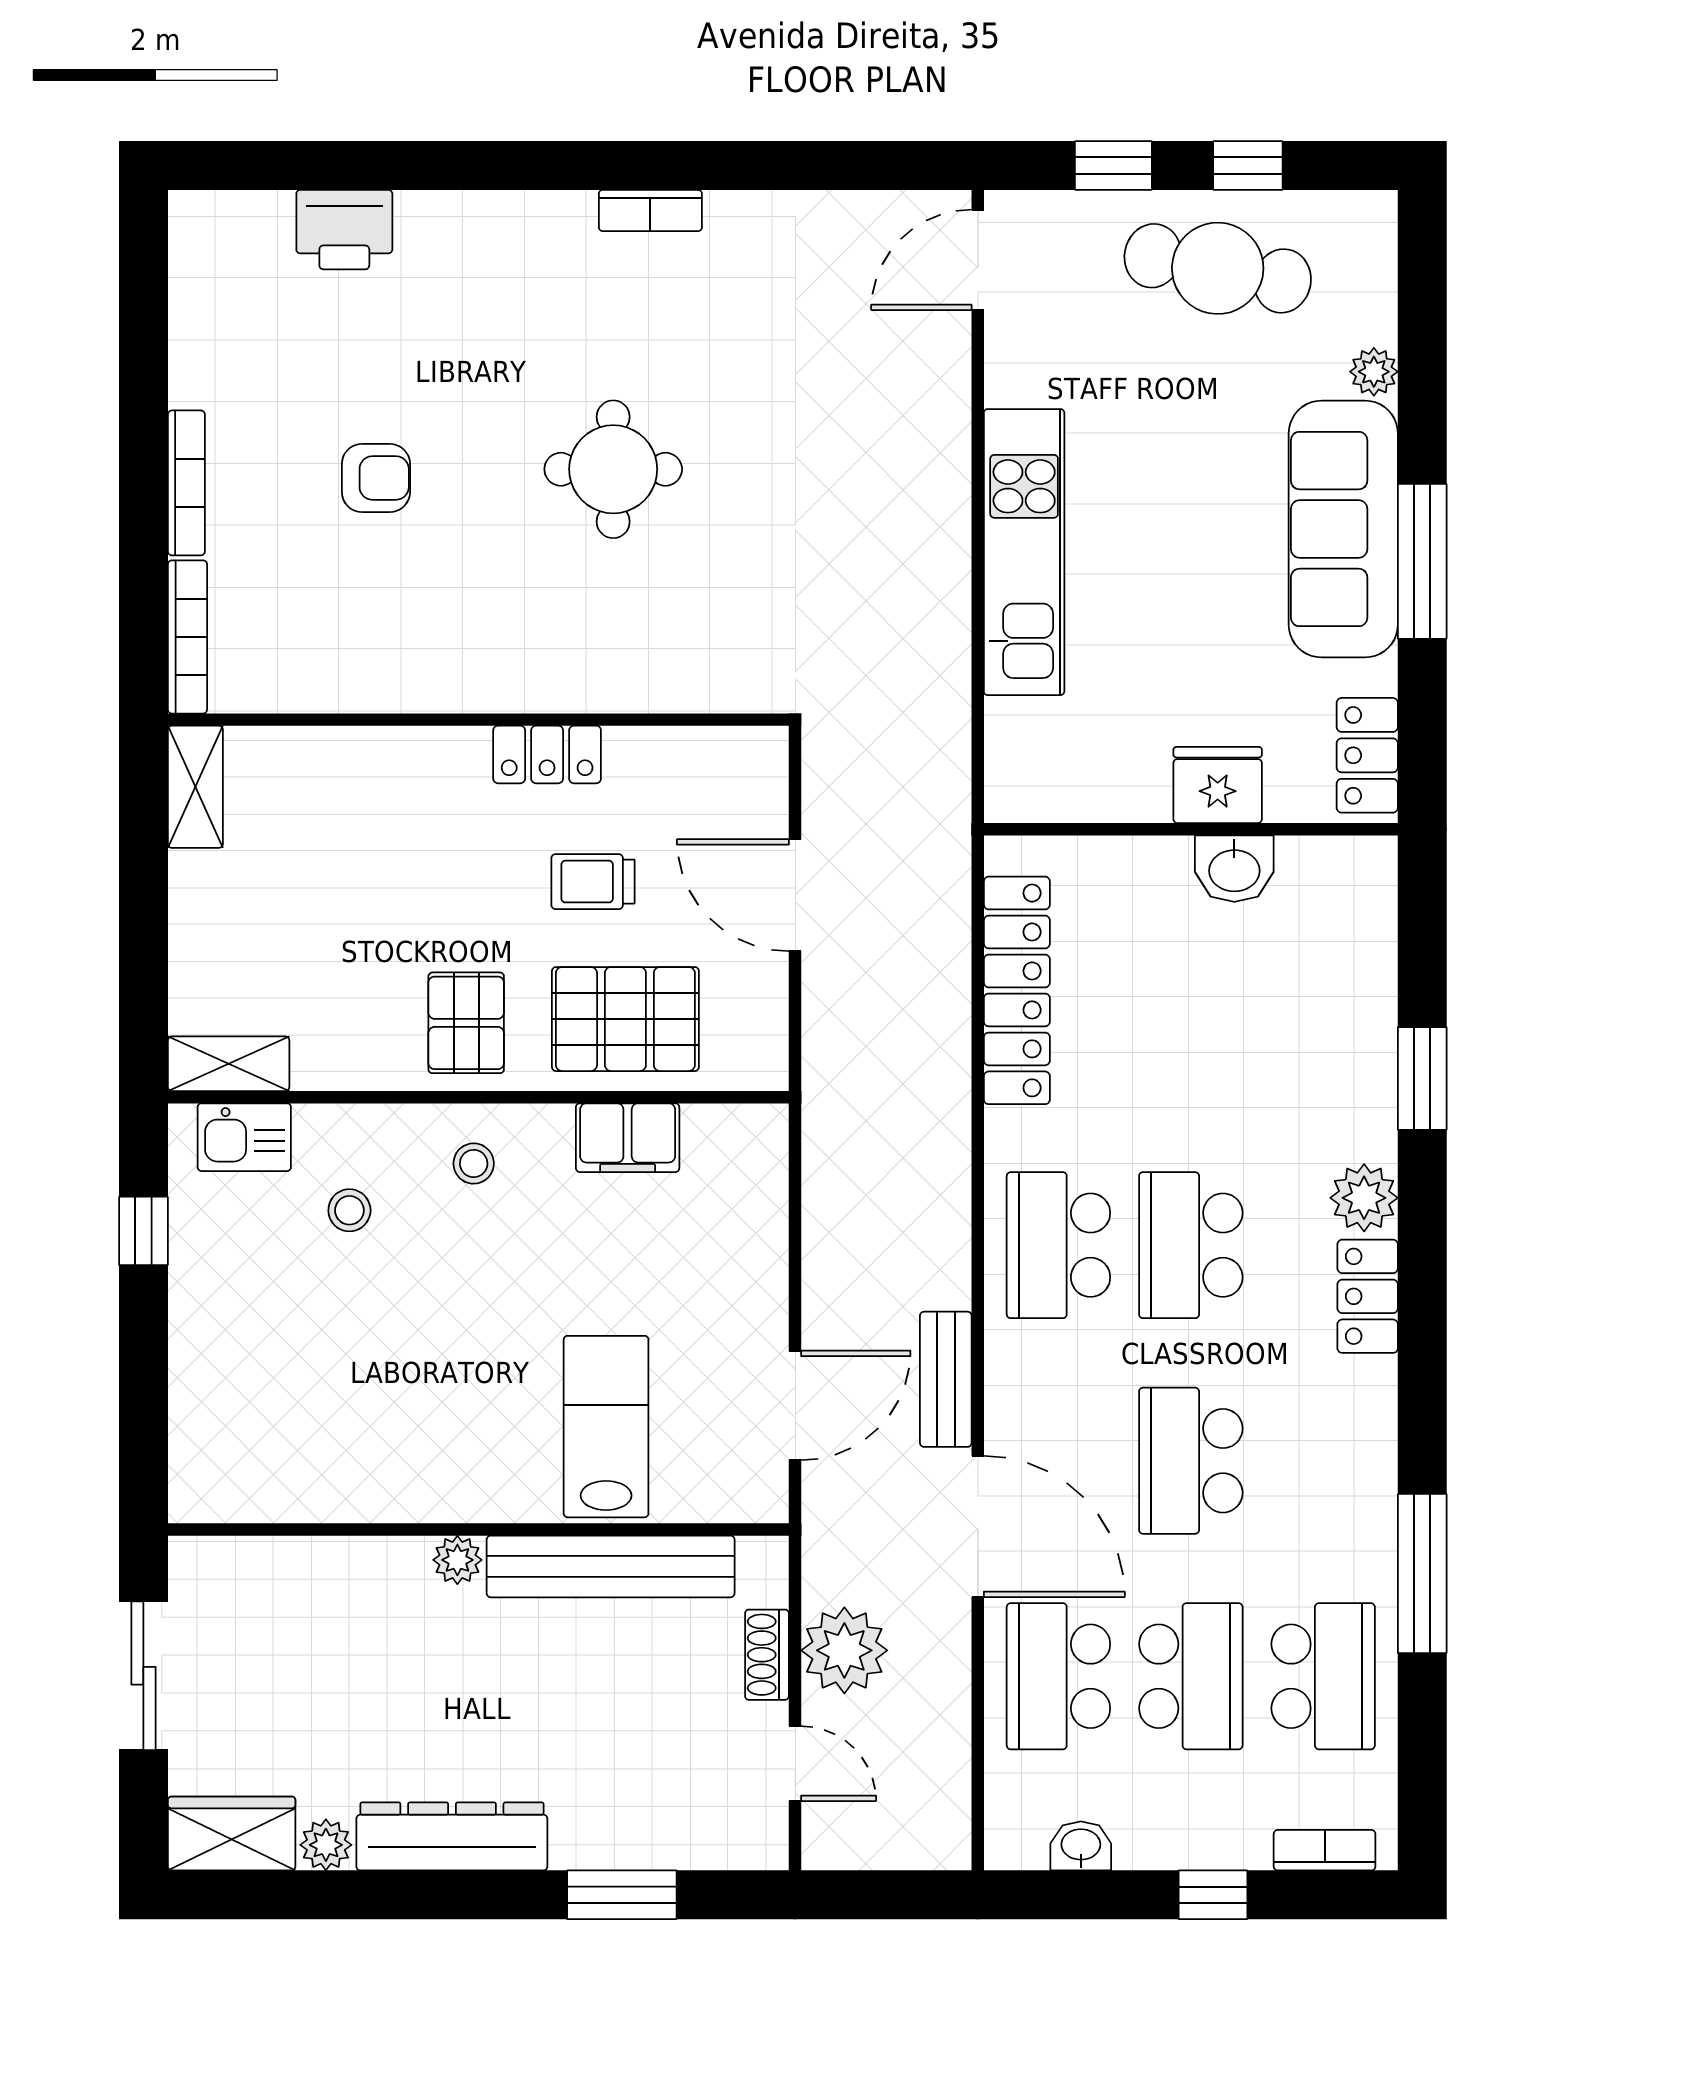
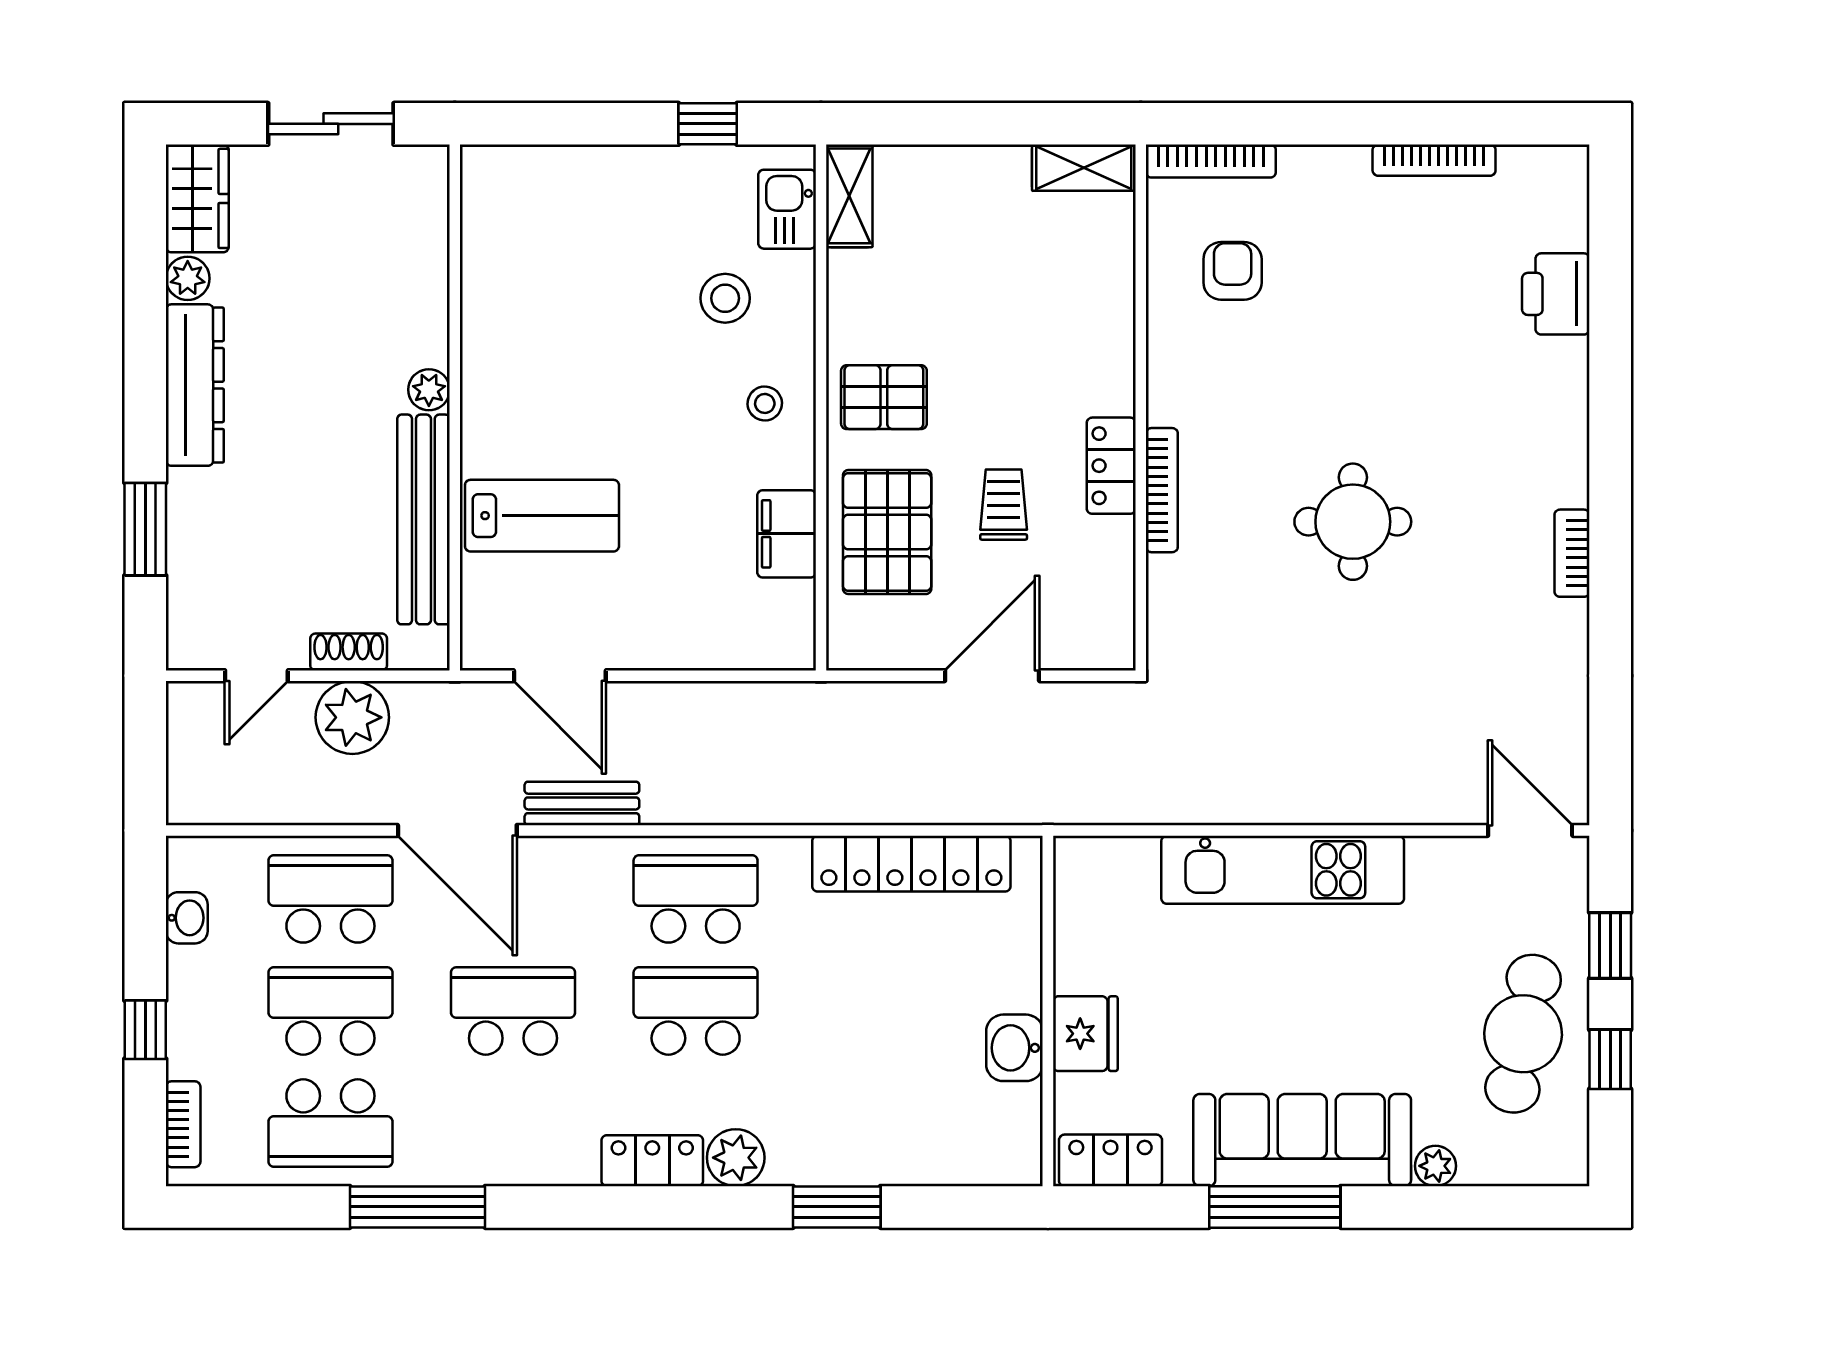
armchair: (376, 478) -> (1233, 271), moved, turned 180
bookcase: (186, 483) -> (1434, 160), moved
bookcase: (576, 695) -> (1162, 490), added
stool: (349, 1210) -> (725, 298), width x1.37, depth x1.37
door: (978, 1527) -> (457, 830), hinge flipped
school desk: (1191, 1676) -> (330, 1011), turned 180

